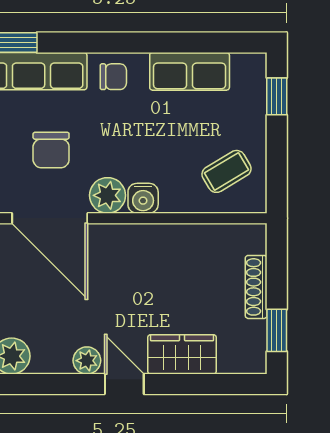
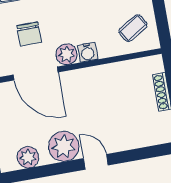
wardrobe: (182, 354) -> (126, 139), removed
plant: (87, 361) -> (64, 146), width x1.88, depth x1.88

